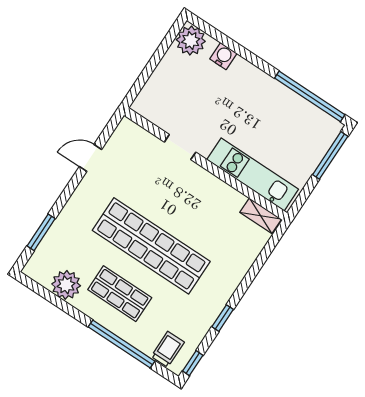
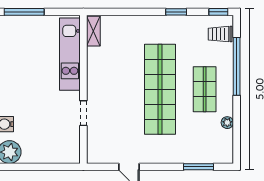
plant: (66, 285) -> (227, 123), width x0.53, depth x0.53

